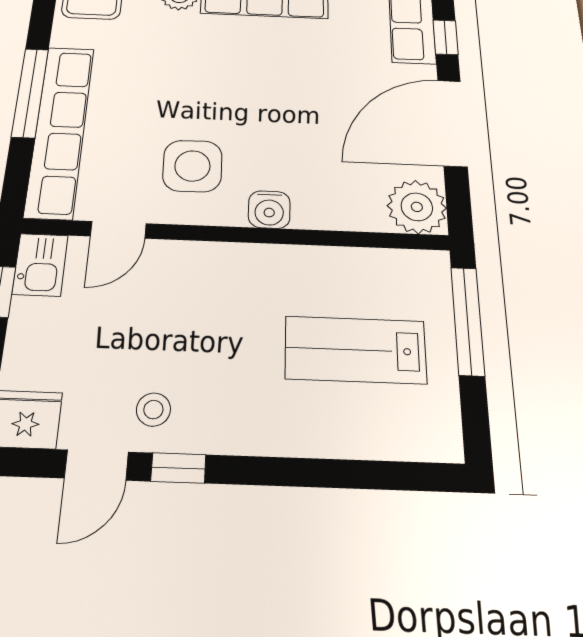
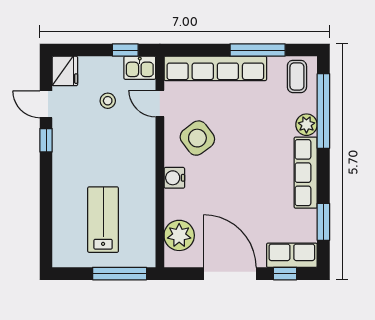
window: (30, 93) -> (258, 50), moved
side table: (192, 166) -> (197, 138), turned -36
plant: (417, 207) -> (179, 235), moved
stool: (153, 410) -> (108, 101), moved

